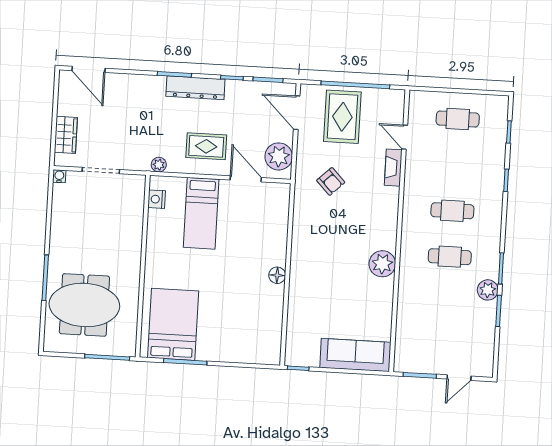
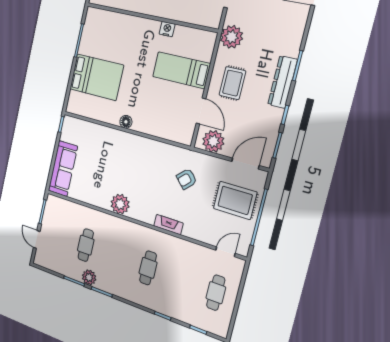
door: (405, 137) -> (225, 252), moved
plant: (159, 165) -> (231, 37), width x1.88, depth x1.88
fireplace: (393, 168) -> (168, 225), moved
door: (246, 179) -> (201, 111), hinge flipped
nightstand: (157, 199) -> (167, 29), moved
cafe table: (450, 257) -> (86, 245), moved
bed: (173, 324) -> (96, 77), moved

